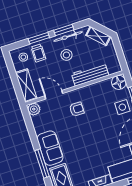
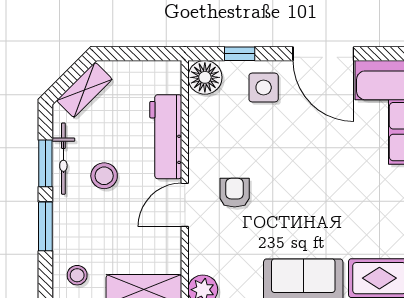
trolley: (38, 53) -> (79, 238), removed
door: (54, 95) -> (185, 205), moved

